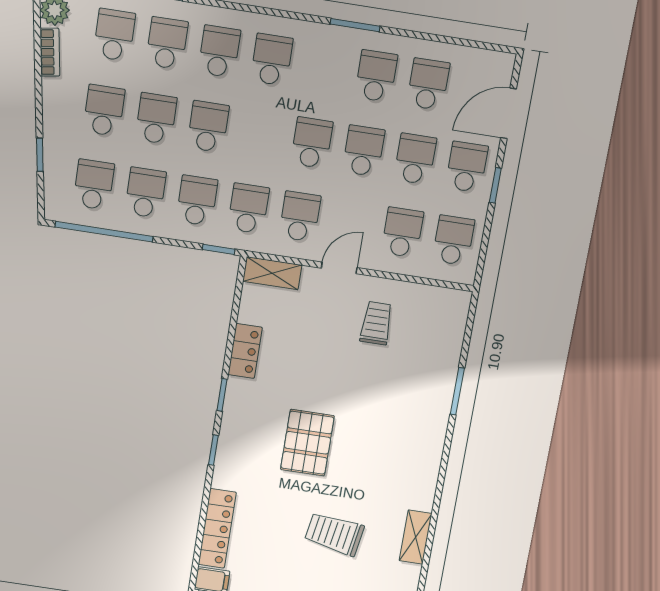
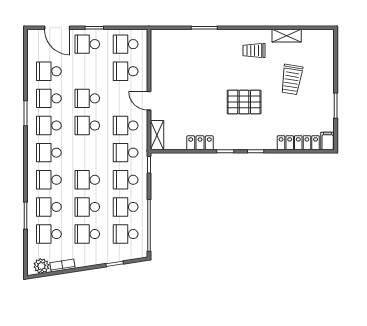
school desk: (415, 159) -> (49, 126), moved
trolley: (376, 323) -> (254, 50), moved

